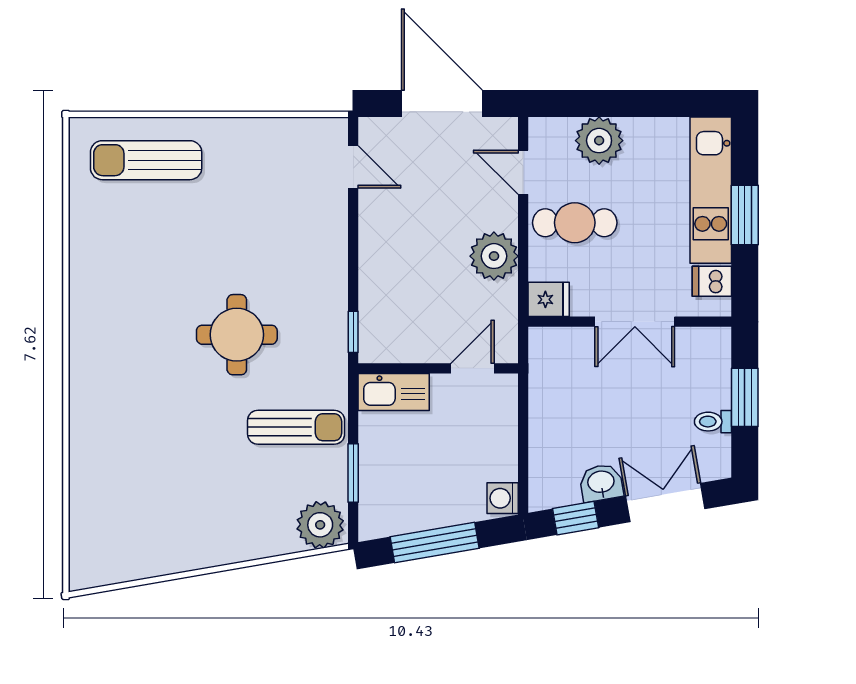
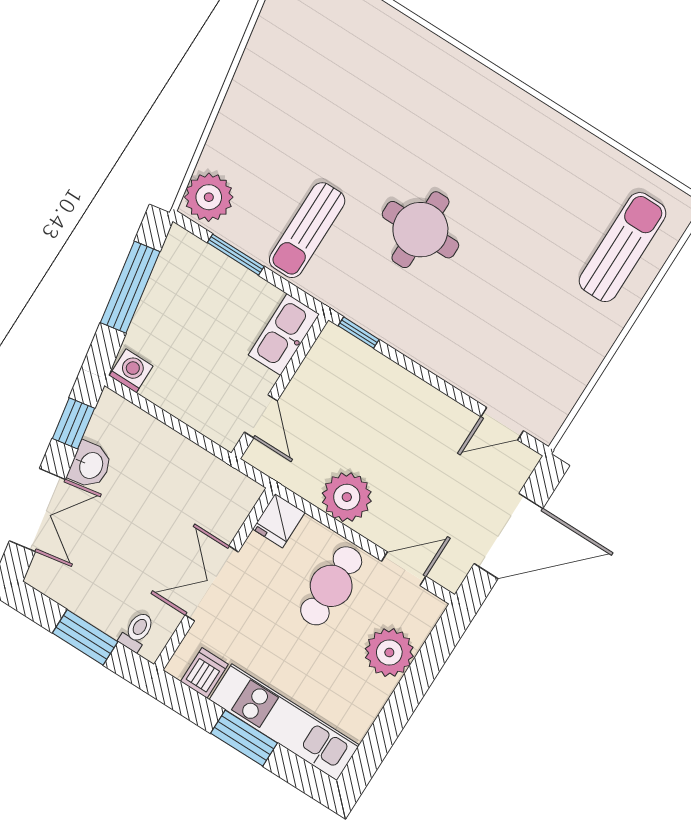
toilet: (713, 422) -> (137, 631), moved

